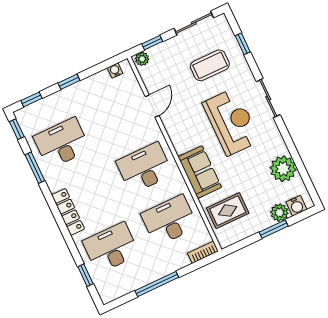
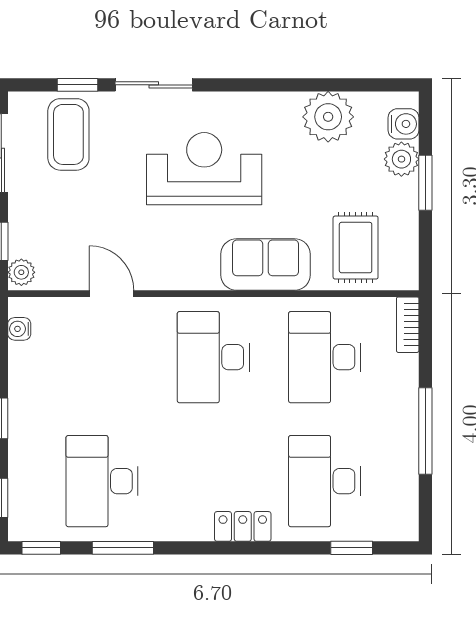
coffee table: (210, 65) -> (68, 134), moved
sliding door: (268, 98) -> (154, 85), moved
locker: (68, 212) -> (243, 526), width x0.66

